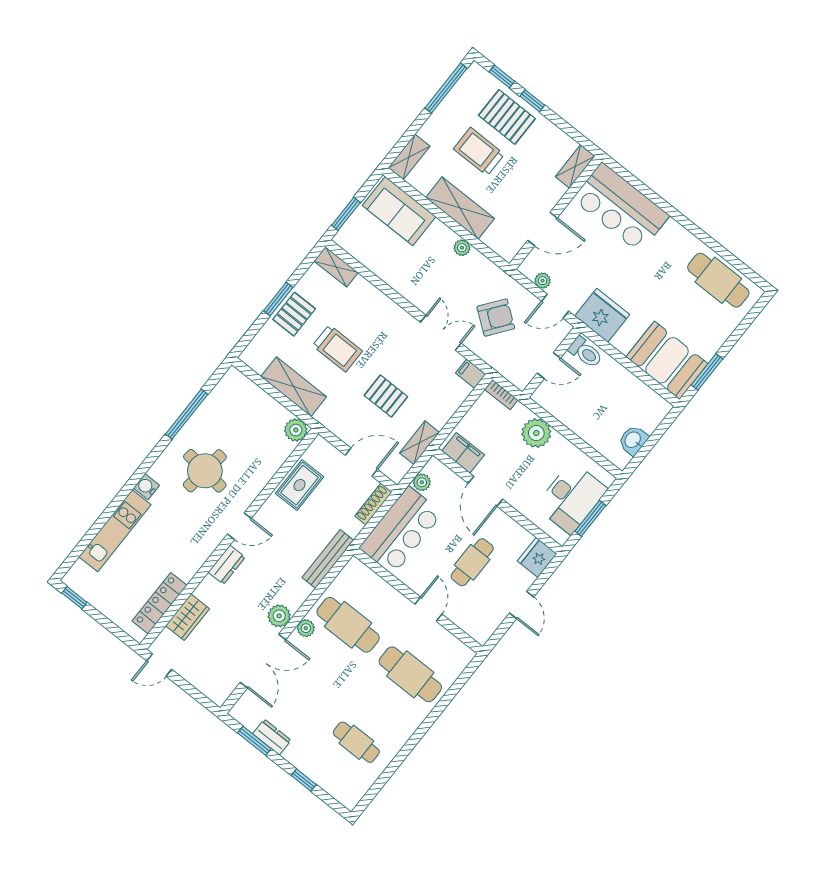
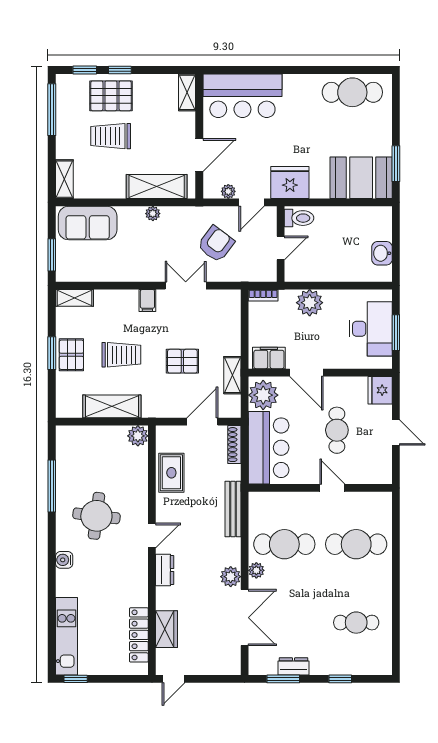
shelving: (460, 208) -> (157, 186), moved
filing cabinet: (471, 374) -> (147, 300), moved, turned -90
plant: (422, 482) -> (263, 395), width x1.87, depth x1.87
kitchen unit: (115, 531) -> (66, 636), moved

